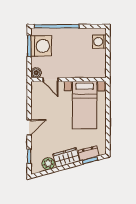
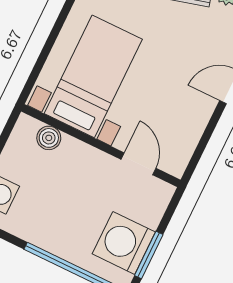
boiler: (36, 73) -> (49, 138), moved

